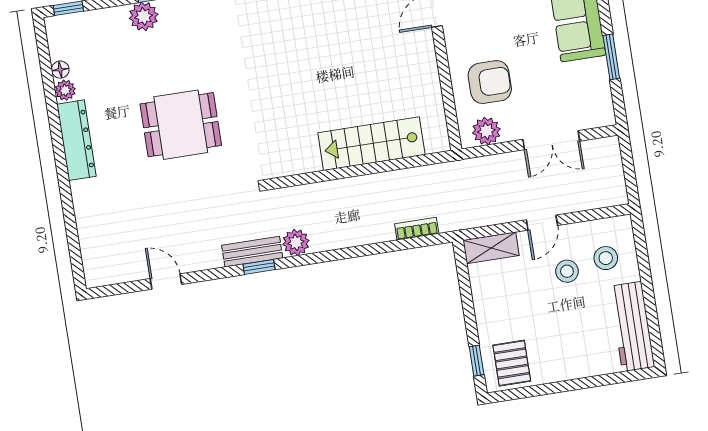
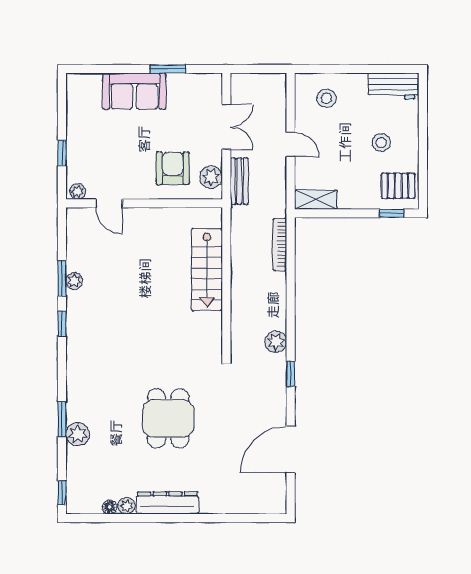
bookcase: (417, 229) -> (280, 244), width x1.56
shelving: (491, 248) -> (316, 200), moved, turned 90
bench: (252, 252) -> (239, 181), moved
stool: (567, 271) -> (381, 142), moved
door: (166, 282) -> (291, 450), width x1.88
workbench: (632, 327) -> (394, 86), width x0.73

